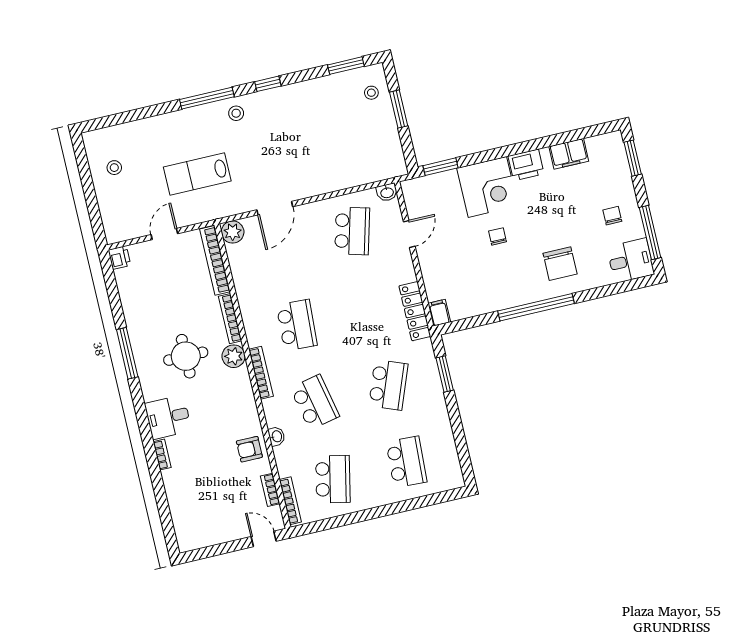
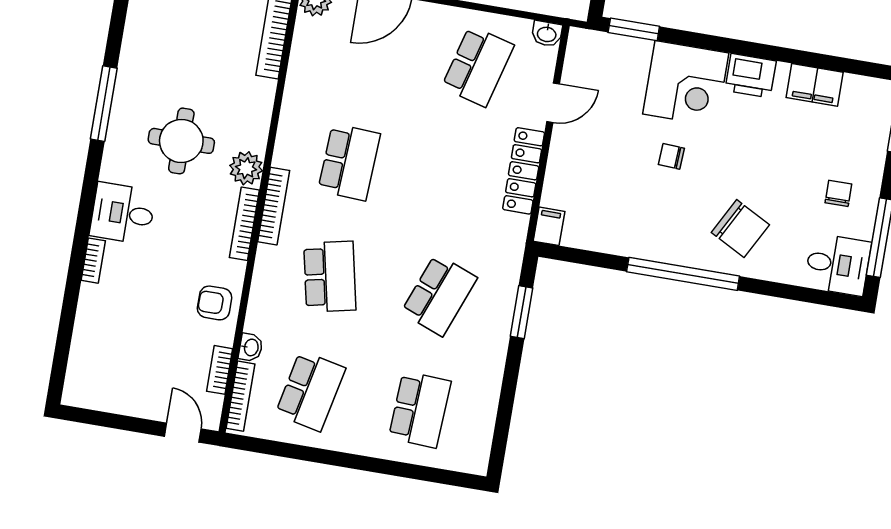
chair: (498, 236) -> (671, 156), turned -87
chair: (560, 264) -> (740, 229), turned -62
locker: (415, 311) -> (524, 171), moved
bookcase: (230, 319) -> (244, 224), moved
washbasin: (276, 436) -> (251, 347), moved

